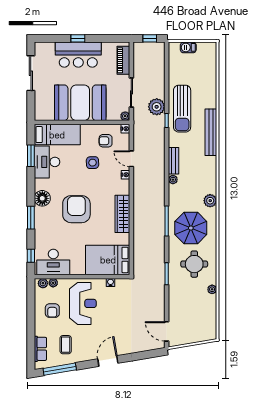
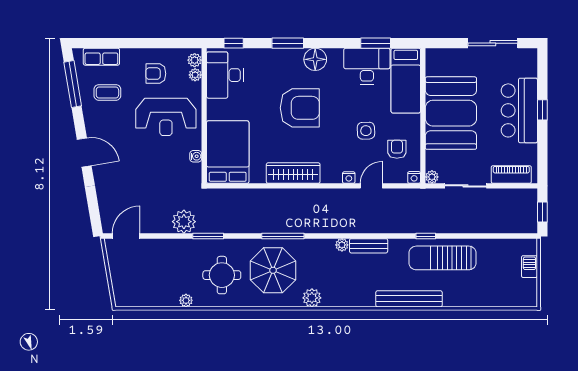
plant: (157, 107) -> (184, 222), moved

